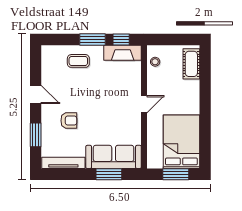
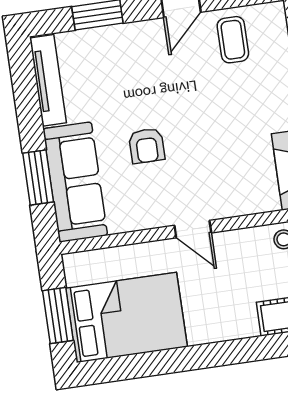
coffee table: (78, 61) -> (233, 40), moved
armchair: (69, 121) -> (147, 146), moved

